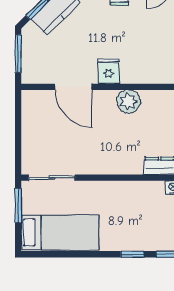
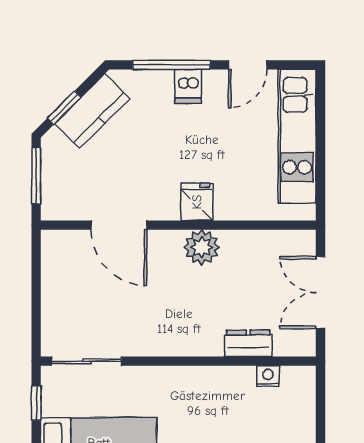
fridge: (109, 71) -> (197, 202), moved
window: (18, 205) -> (36, 403), width x0.67

